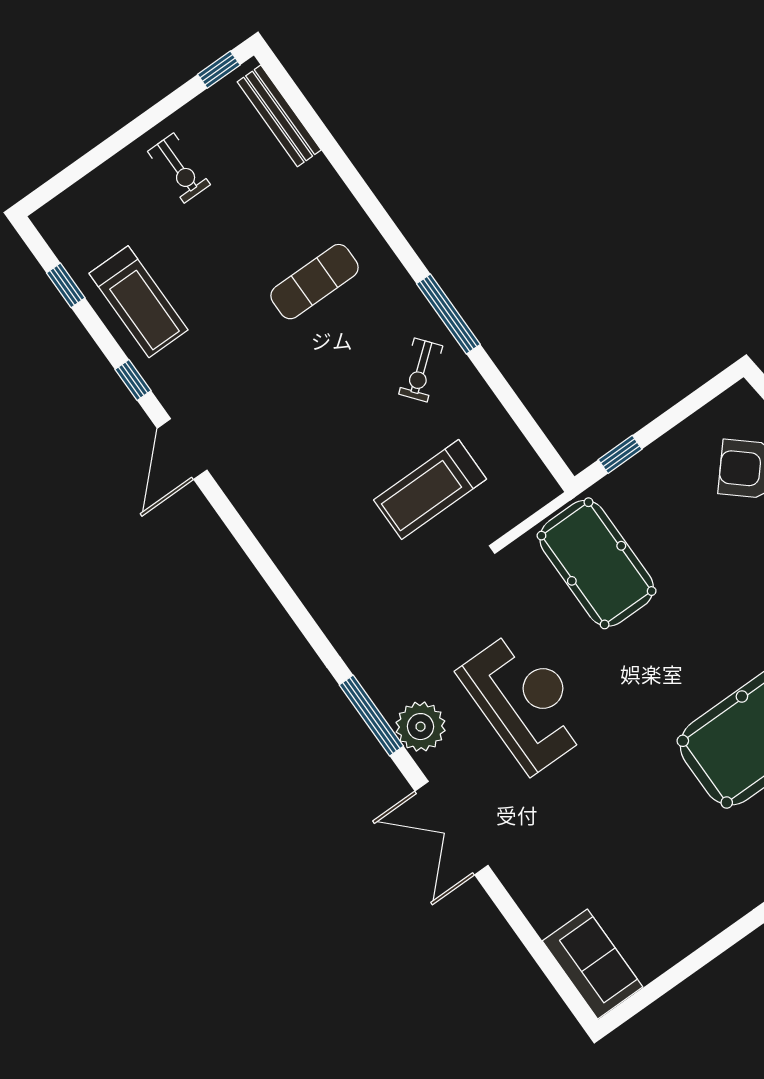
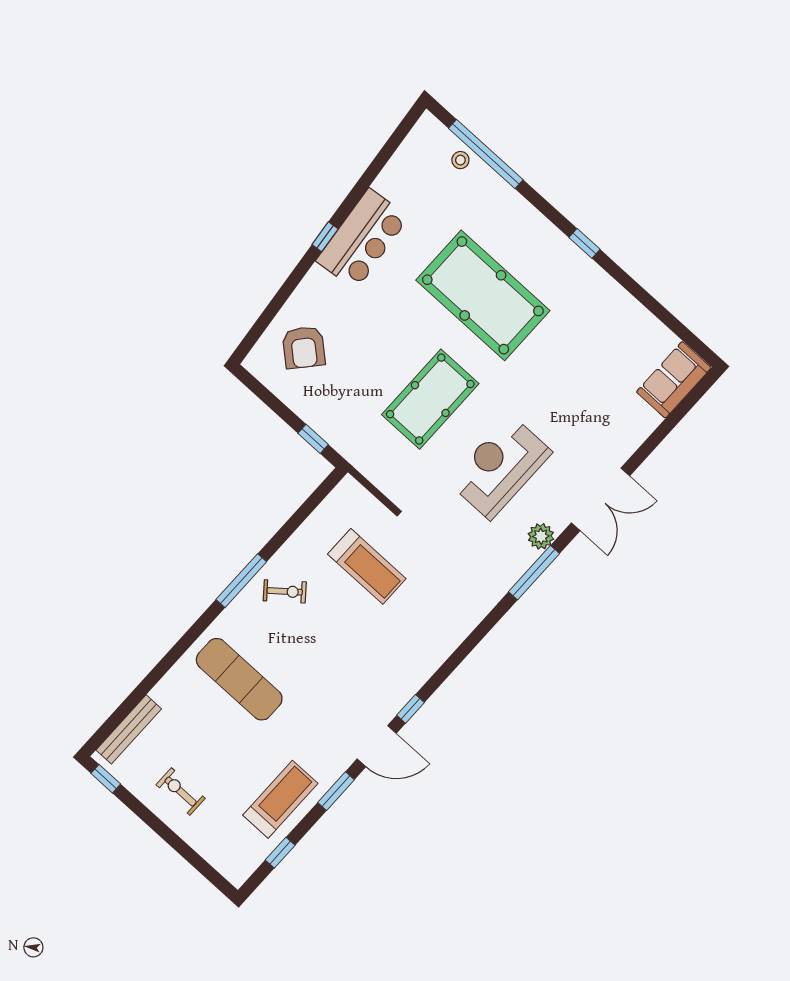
exercise bike: (179, 168) -> (181, 792), turned -90
exercise mat: (314, 282) -> (239, 679), width x1.36, depth x1.45
window: (133, 380) -> (336, 791), width x1.50
window: (223, 506) -> (411, 709), added
pool table: (597, 563) -> (430, 399), moved
plant: (421, 727) -> (541, 536), width x0.73, depth x0.73

